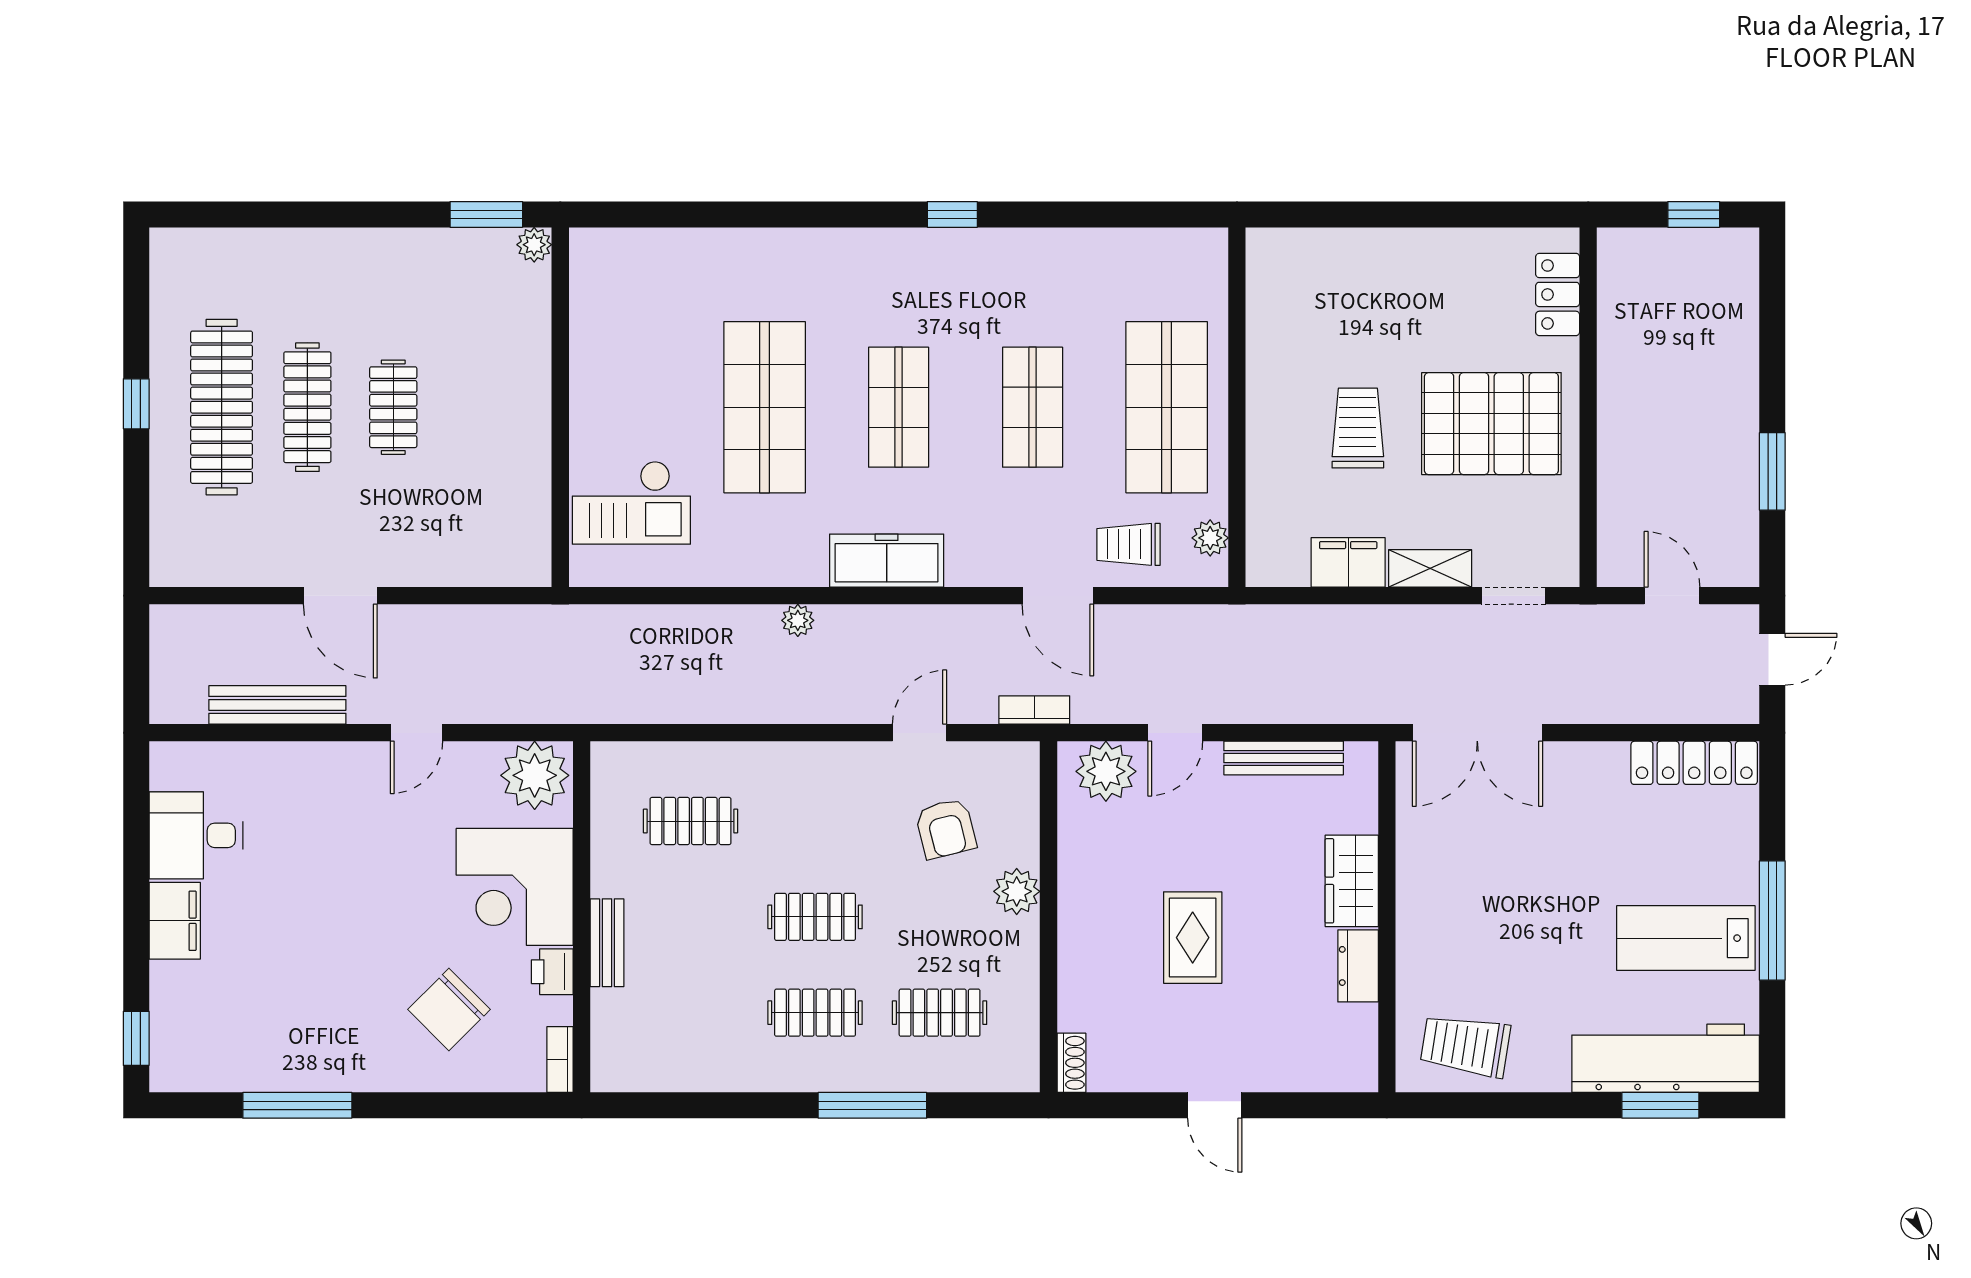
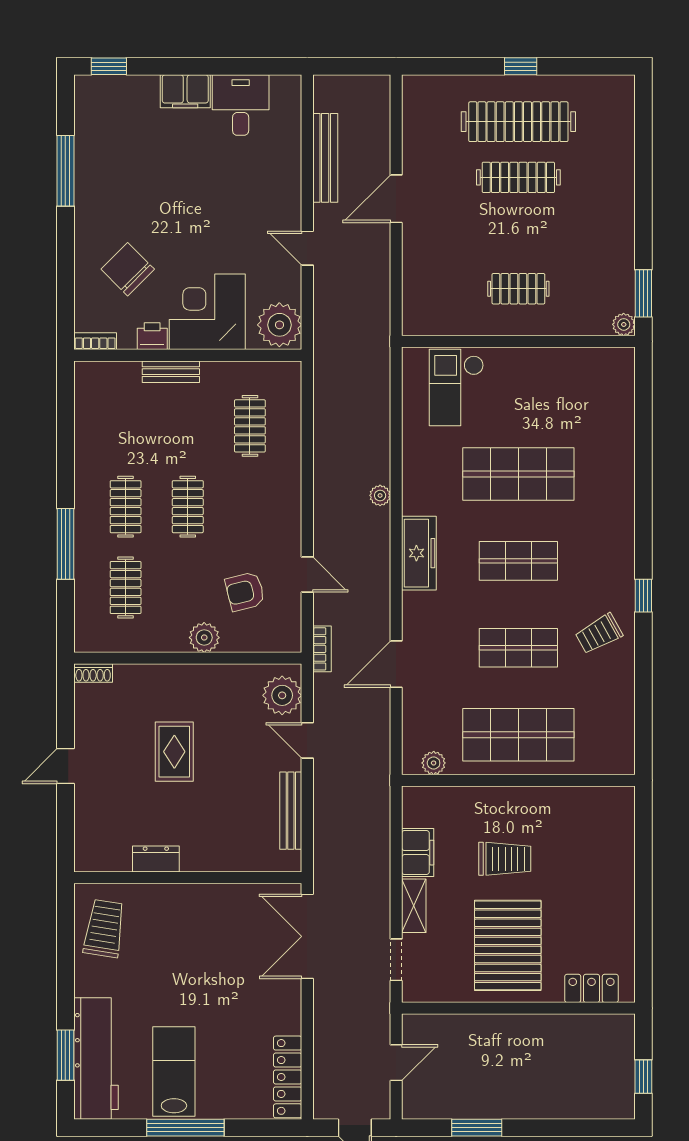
clothes rail: (393, 407) -> (518, 289), moved
trolley: (1129, 544) -> (599, 634), moved, turned -119
wardrobe: (1352, 881) -> (211, 855), removed
rug: (1193, 938) -> (174, 752), turned 90

